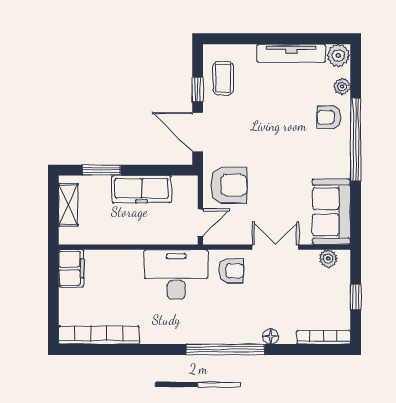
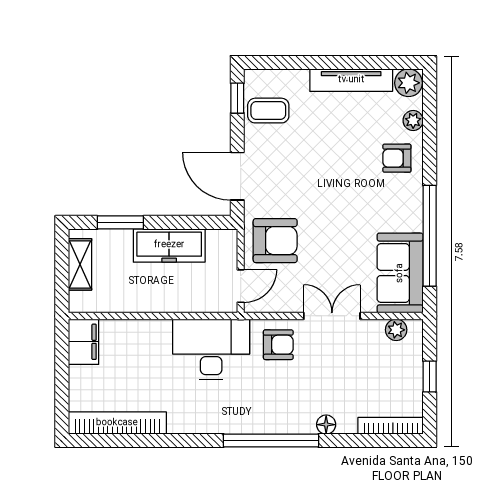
coffee table: (223, 78) -> (268, 111), turned 90
window: (198, 89) -> (237, 98), moved
window: (356, 140) -> (430, 236), moved

